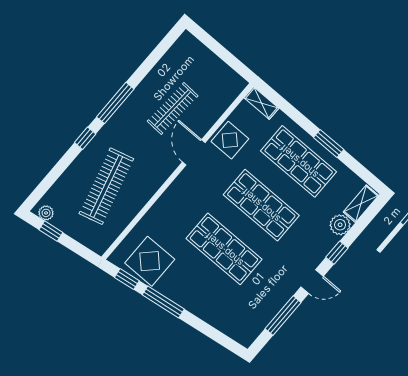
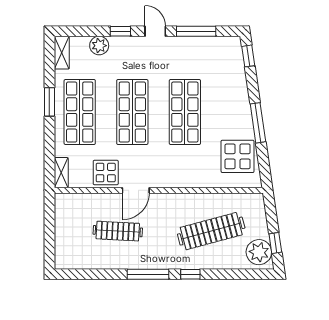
shelving: (361, 204) -> (62, 53), moved, turned 90
plant: (46, 213) -> (259, 252), width x1.88, depth x1.88
window: (127, 279) -> (248, 56), moved

